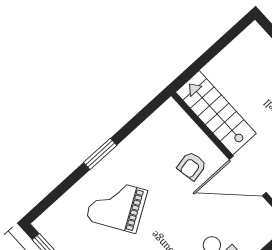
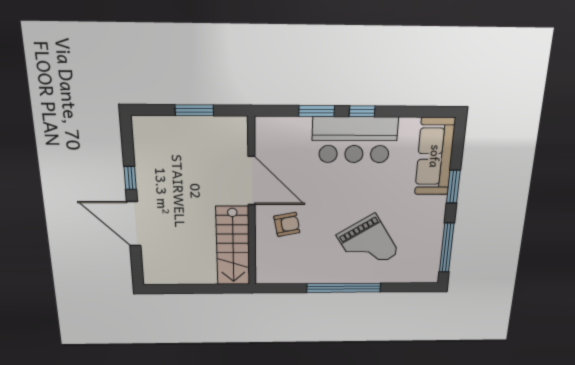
window: (100, 154) -> (344, 288), width x2.11

